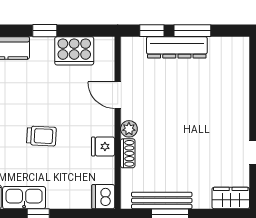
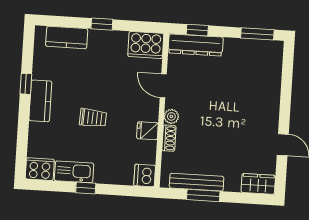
window: (192, 31) -> (257, 34), moved
dresser: (177, 47) -> (196, 45), moved
cooker: (74, 51) -> (146, 45), moved

